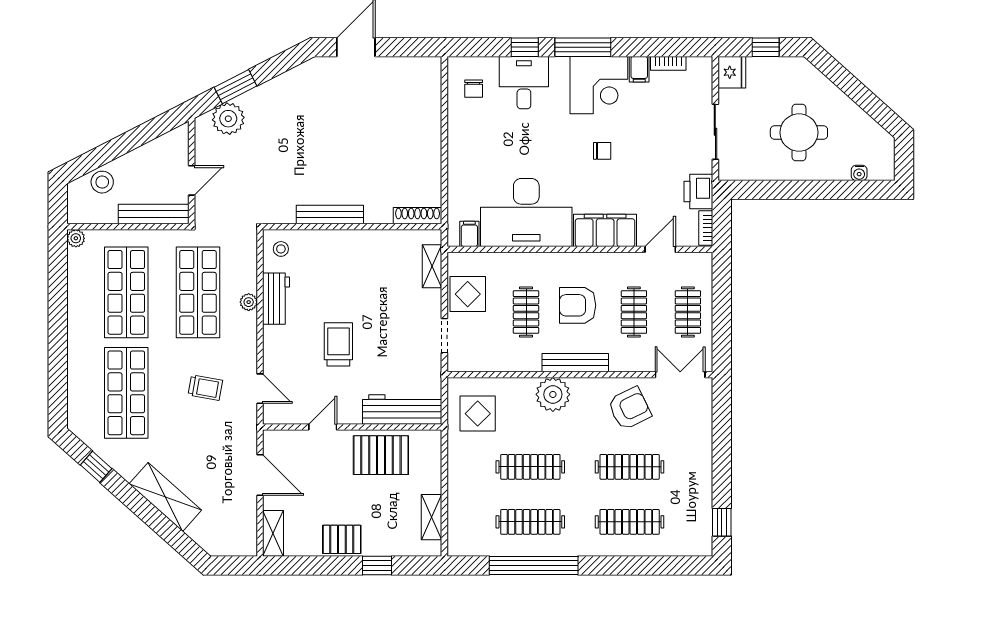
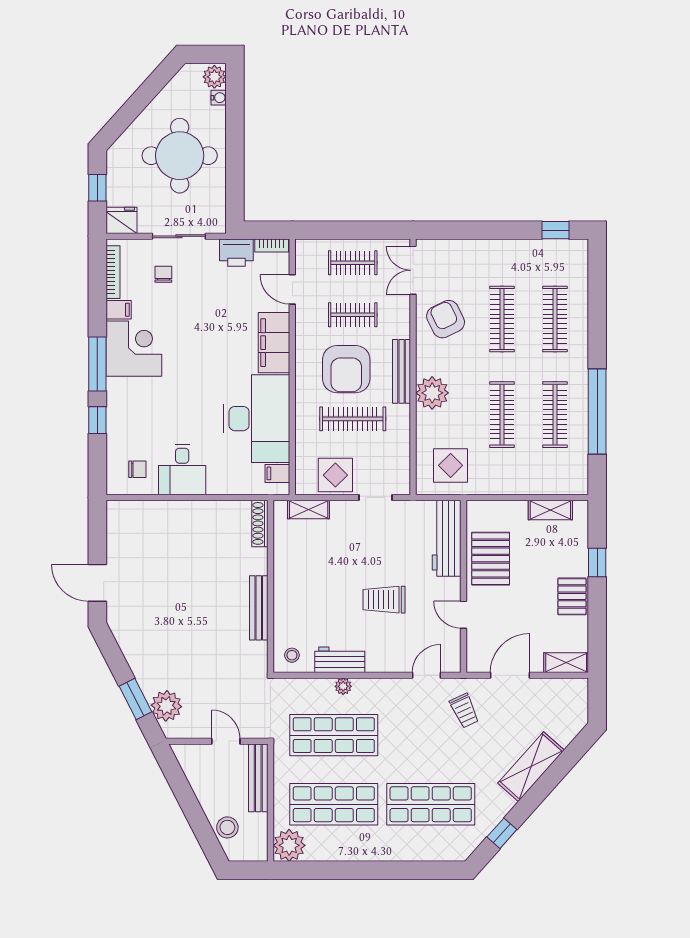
bookcase: (668, 63) -> (113, 272), width x1.56
desk: (524, 83) -> (182, 469), moved, turned -90
round table: (799, 133) -> (180, 156), width x1.36, depth x1.36
chair: (602, 151) -> (163, 274), moved
plant: (881, 169) -> (214, 77), added
plant: (76, 238) -> (289, 845), width x1.87, depth x1.87
armchair: (578, 305) -> (346, 369), width x1.36, depth x1.36
clothes rail: (526, 312) -> (353, 419), width x1.36
trolley: (205, 388) -> (464, 711), moved, turned 145

